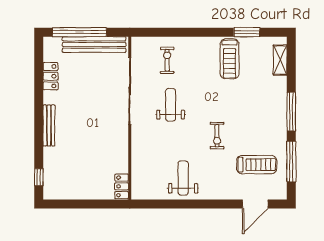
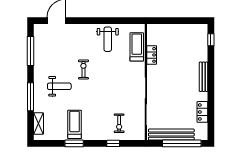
window: (176, 32) -> (113, 143), added
window: (247, 32) -> (74, 143), moved
weight bench: (171, 105) -> (59, 86), moved, turned -90
window: (291, 112) -> (30, 97), moved
treadmill: (257, 165) -> (137, 47), moved, turned 90
locker: (122, 186) -> (152, 55), moved

